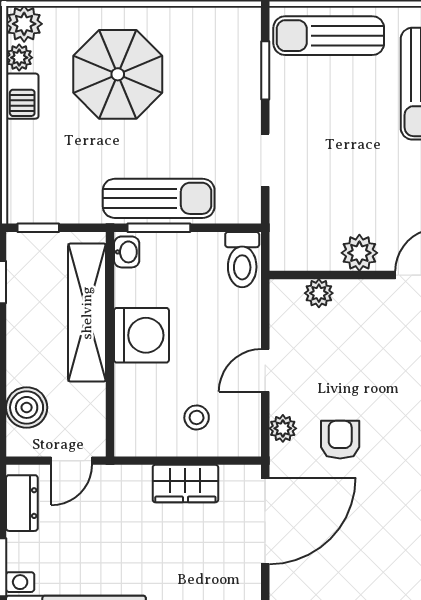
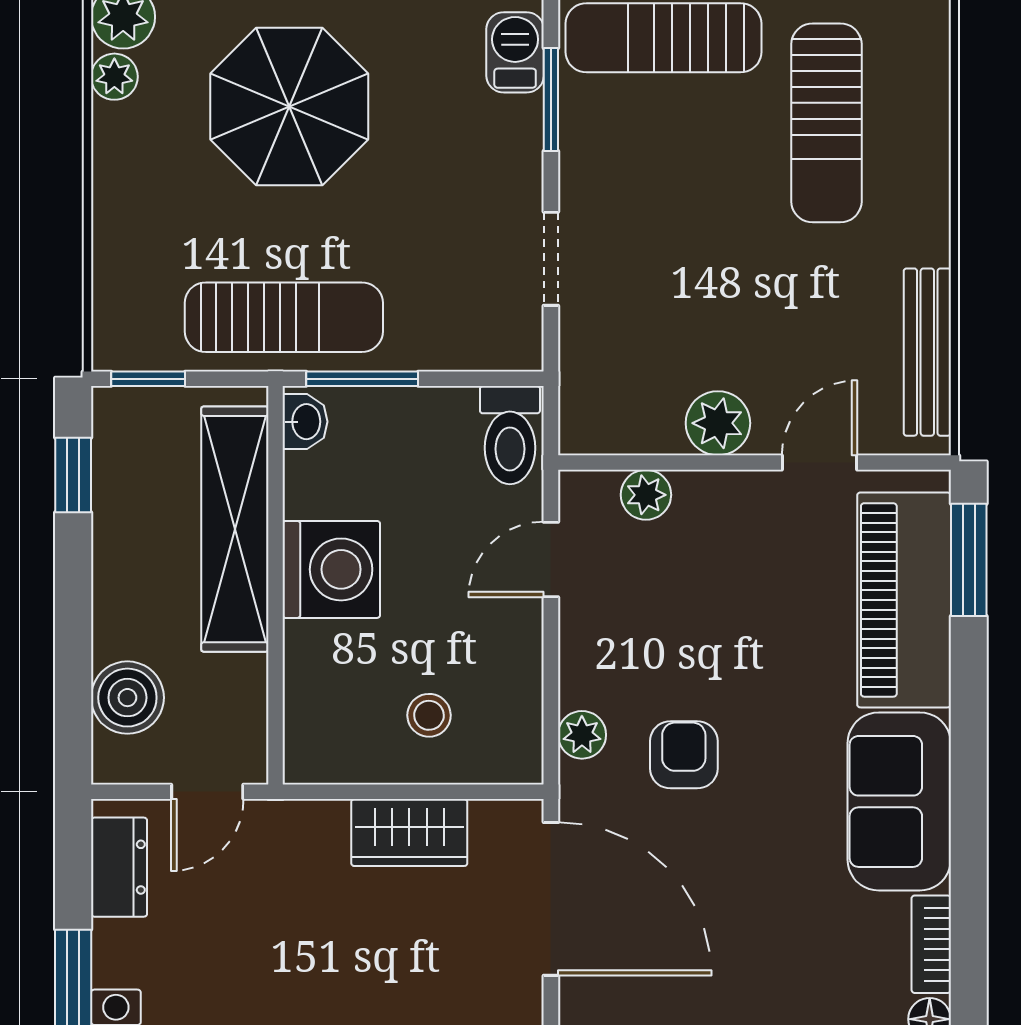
barbecue: (22, 96) -> (515, 52), moved, turned 180
sun lounger: (159, 198) -> (284, 317), moved
door: (265, 370) -> (551, 559), moved
door: (265, 521) -> (551, 899), hinge flipped

